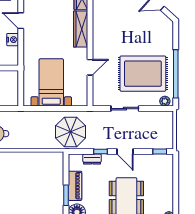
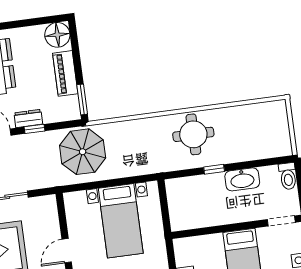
dresser: (92, 159) -> (28, 118), moved
window: (66, 195) -> (82, 99), moved

